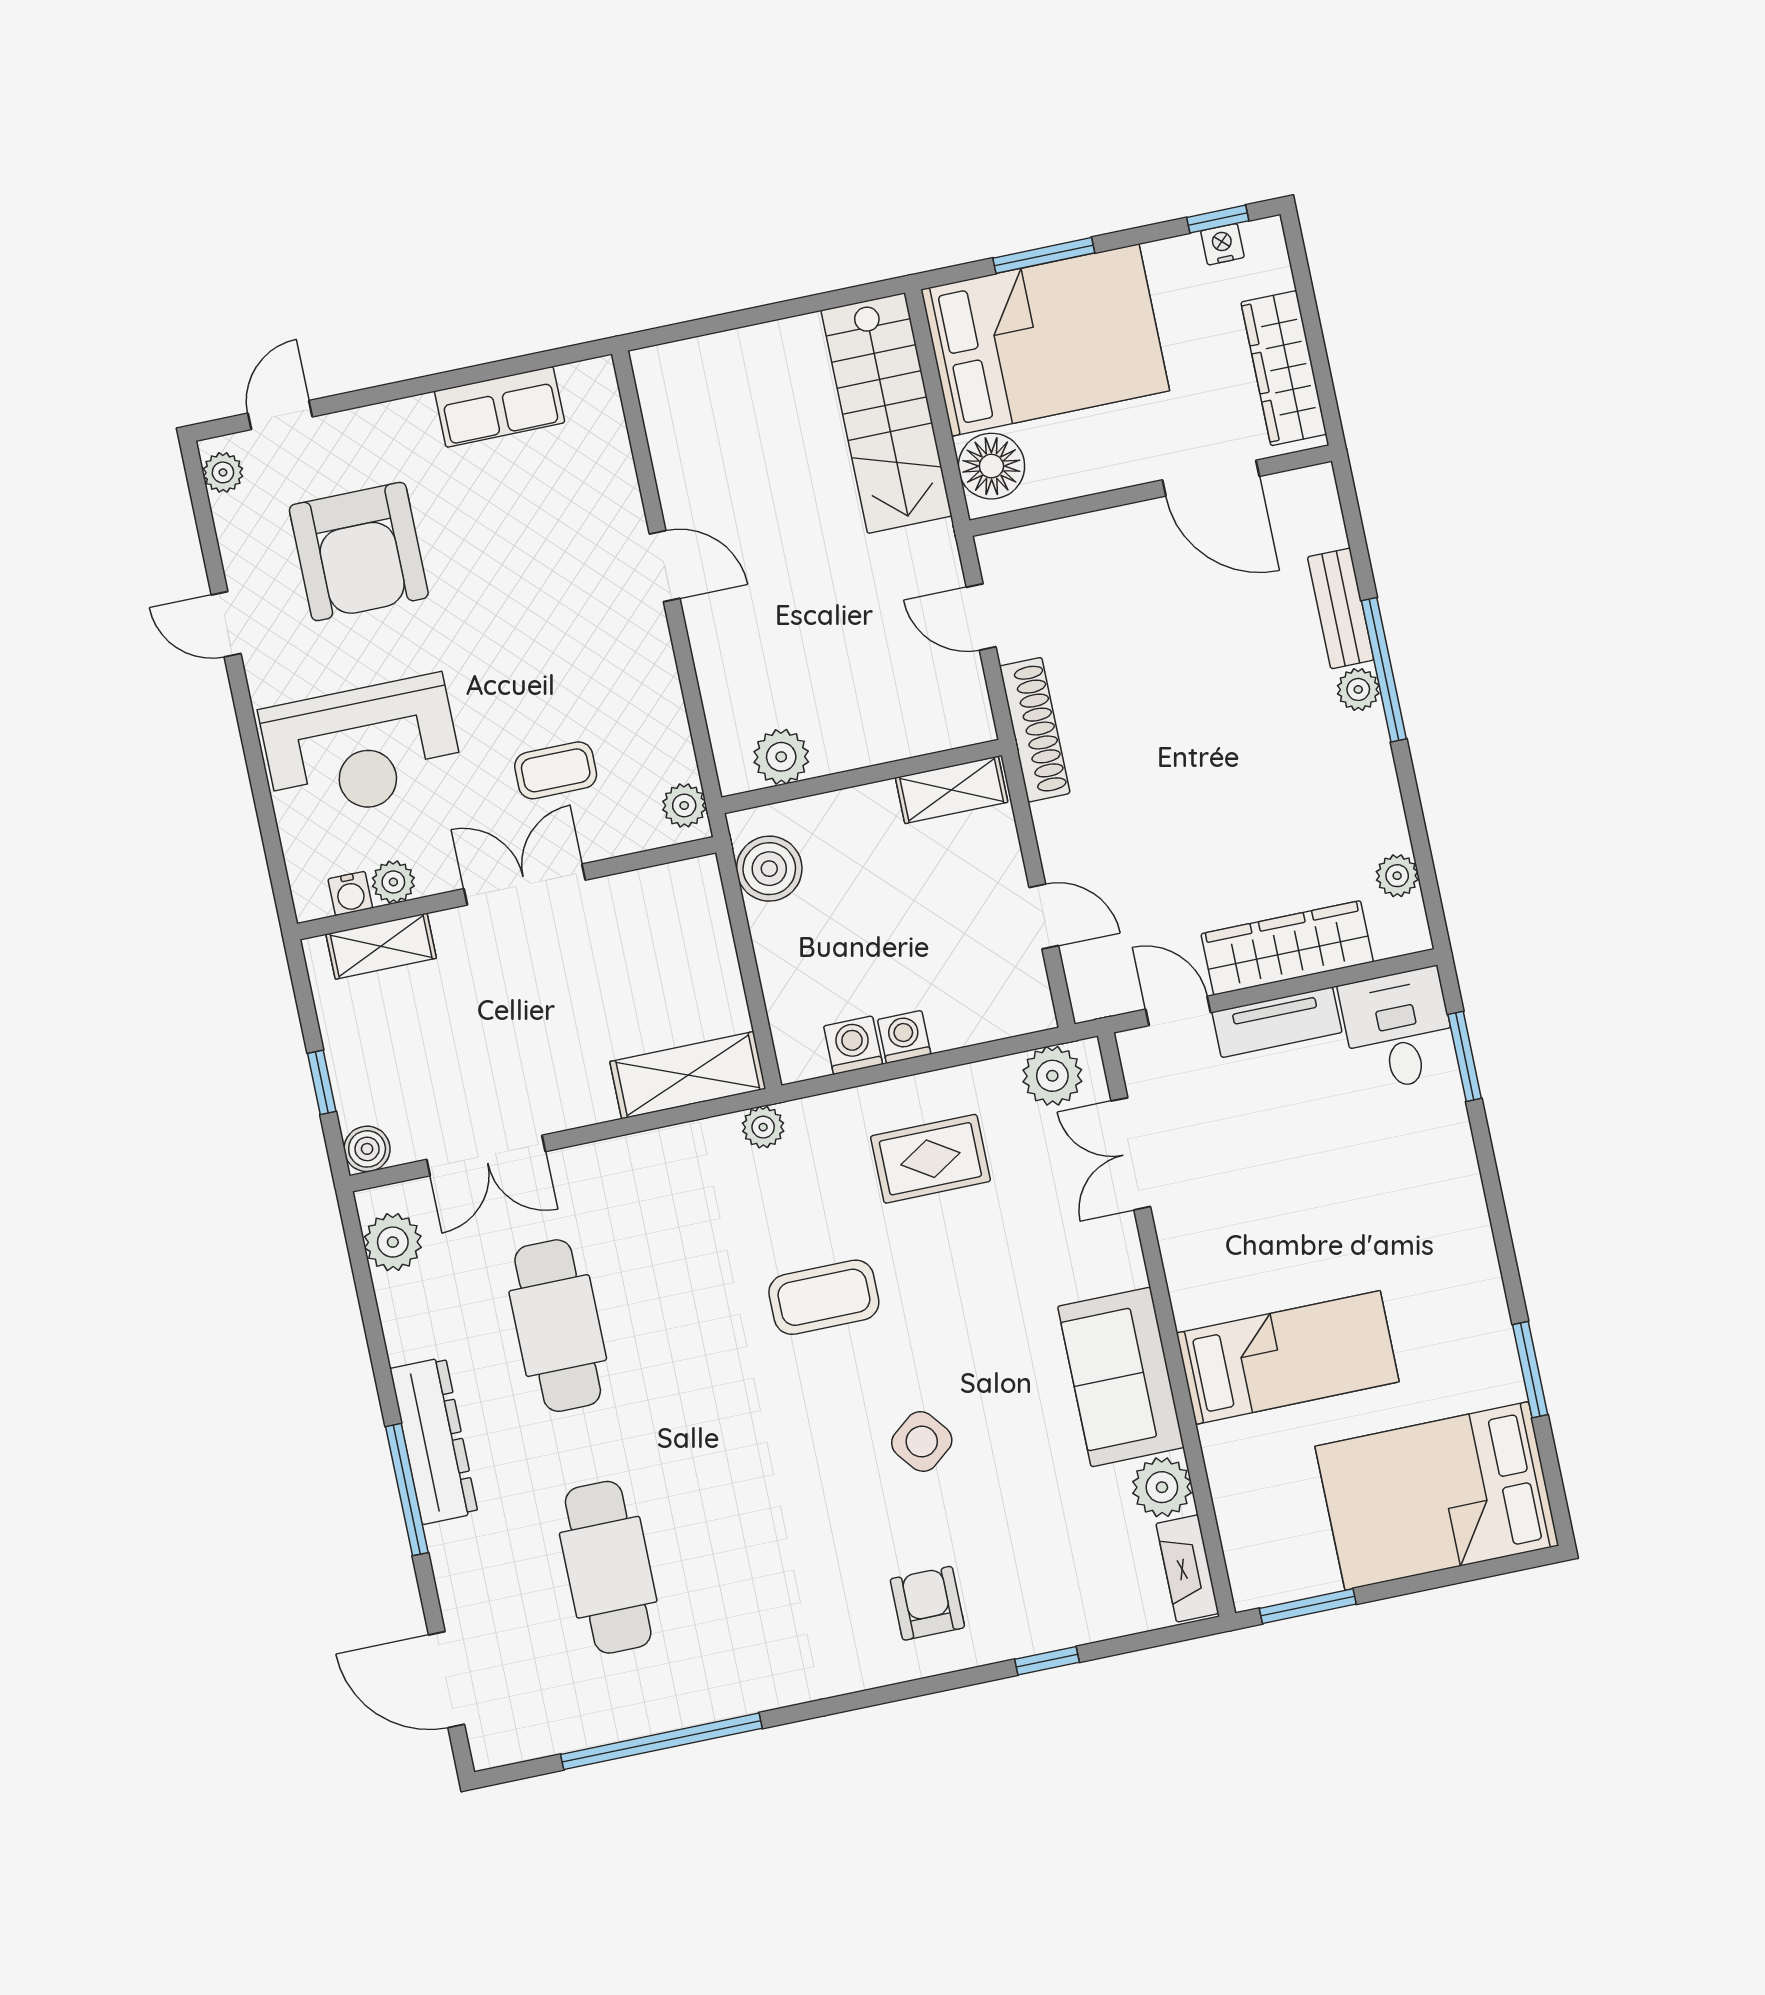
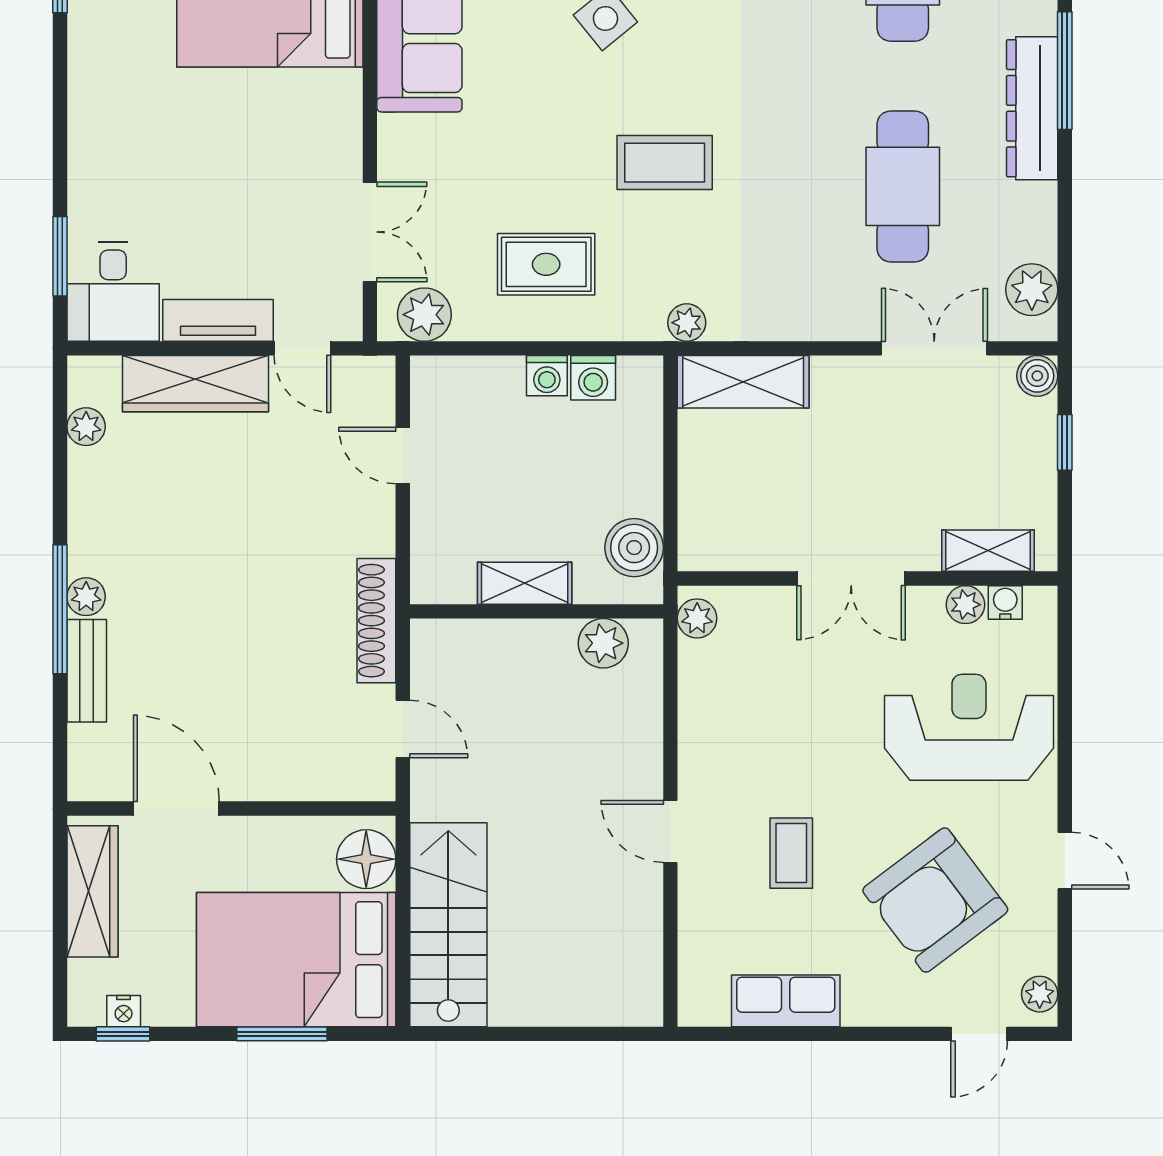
armchair: (359, 552) -> (935, 900), turned -127
coffee table: (556, 770) -> (791, 853), moved, turned 90
shelving: (952, 790) -> (525, 583), moved

